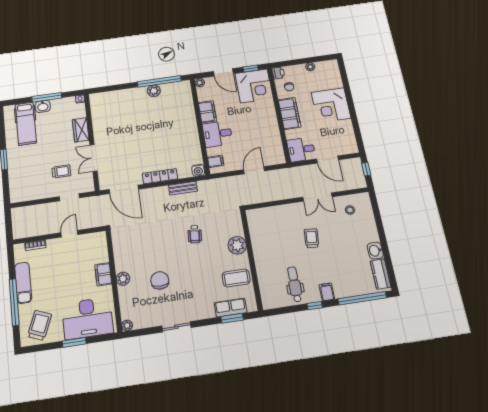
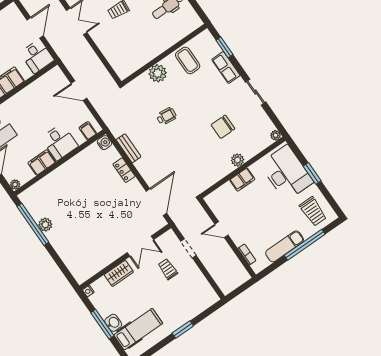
locker: (160, 176) -> (124, 170), width x0.66
row of seats: (230, 308) -> (226, 67), moved
trolley: (40, 325) -> (313, 211), turned -112

